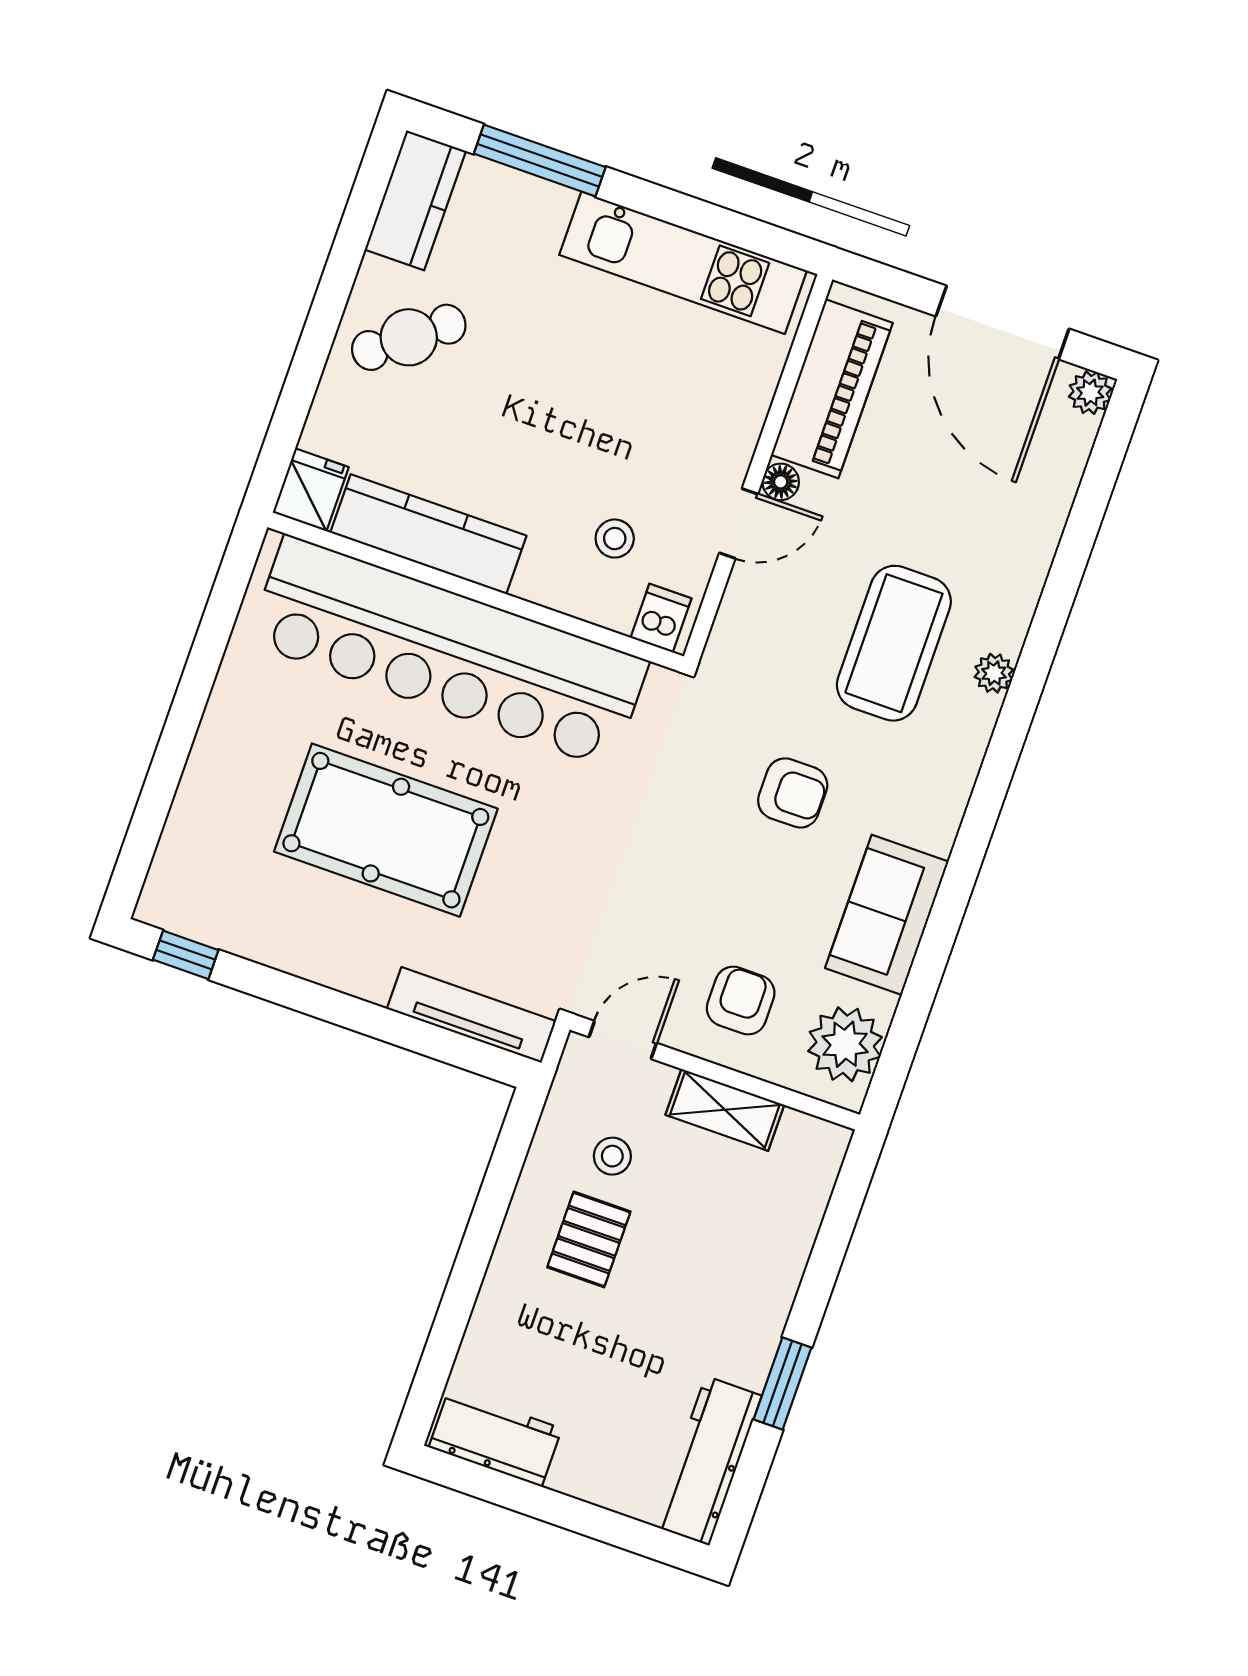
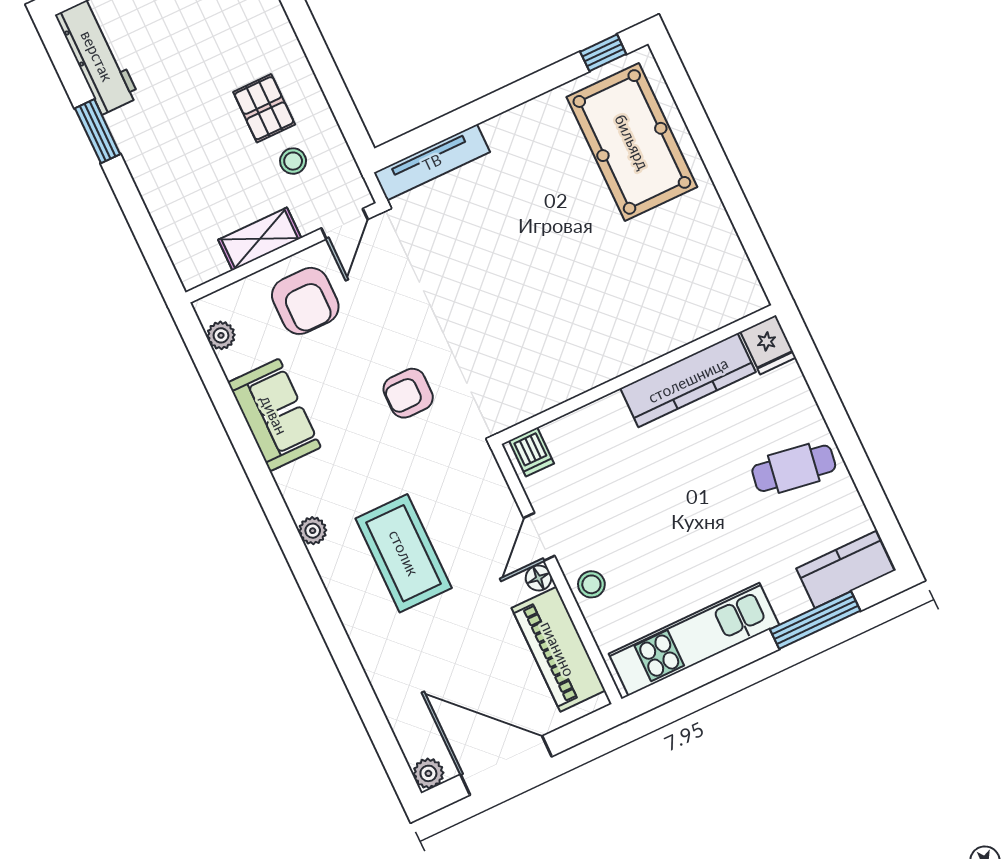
kitchen counter: (415, 200) -> (845, 570), moved, turned 90
cafe table: (409, 337) -> (794, 468), turned 47
stool: (615, 539) -> (591, 584), moved
bar counter: (448, 652) -> (621, 331), removed
plant: (994, 673) -> (313, 531), moved
armchair: (793, 793) -> (408, 393), moved
pool table: (386, 830) -> (632, 142), moved, turned 90
armchair: (741, 1001) -> (305, 301), width x1.38, depth x1.38
plant: (845, 1044) -> (221, 335), width x0.53, depth x0.53

